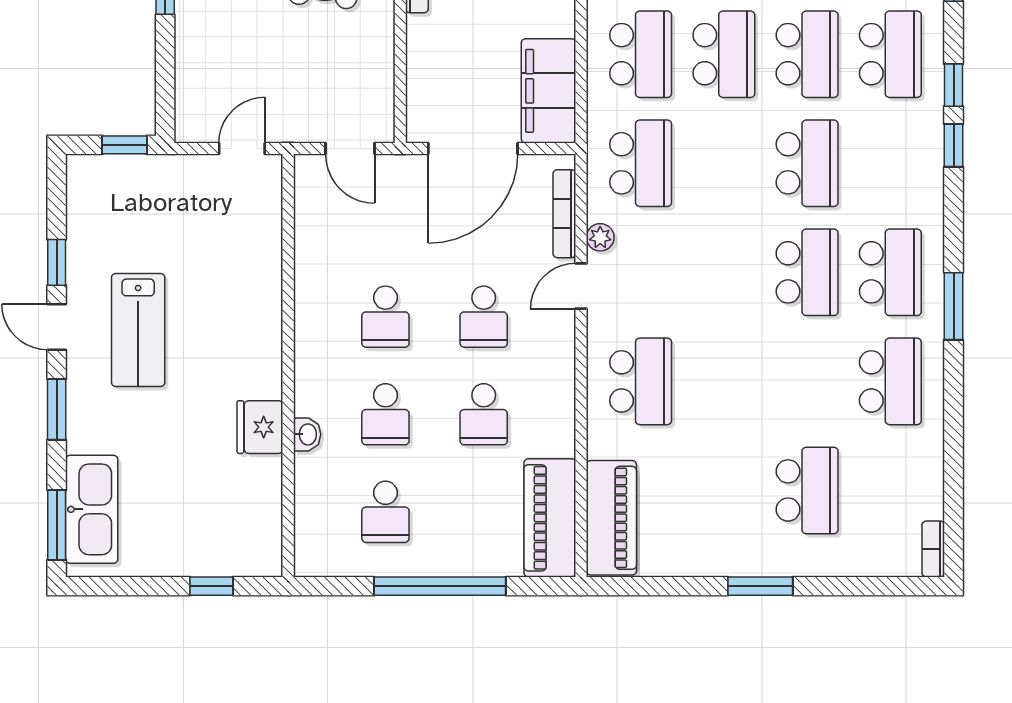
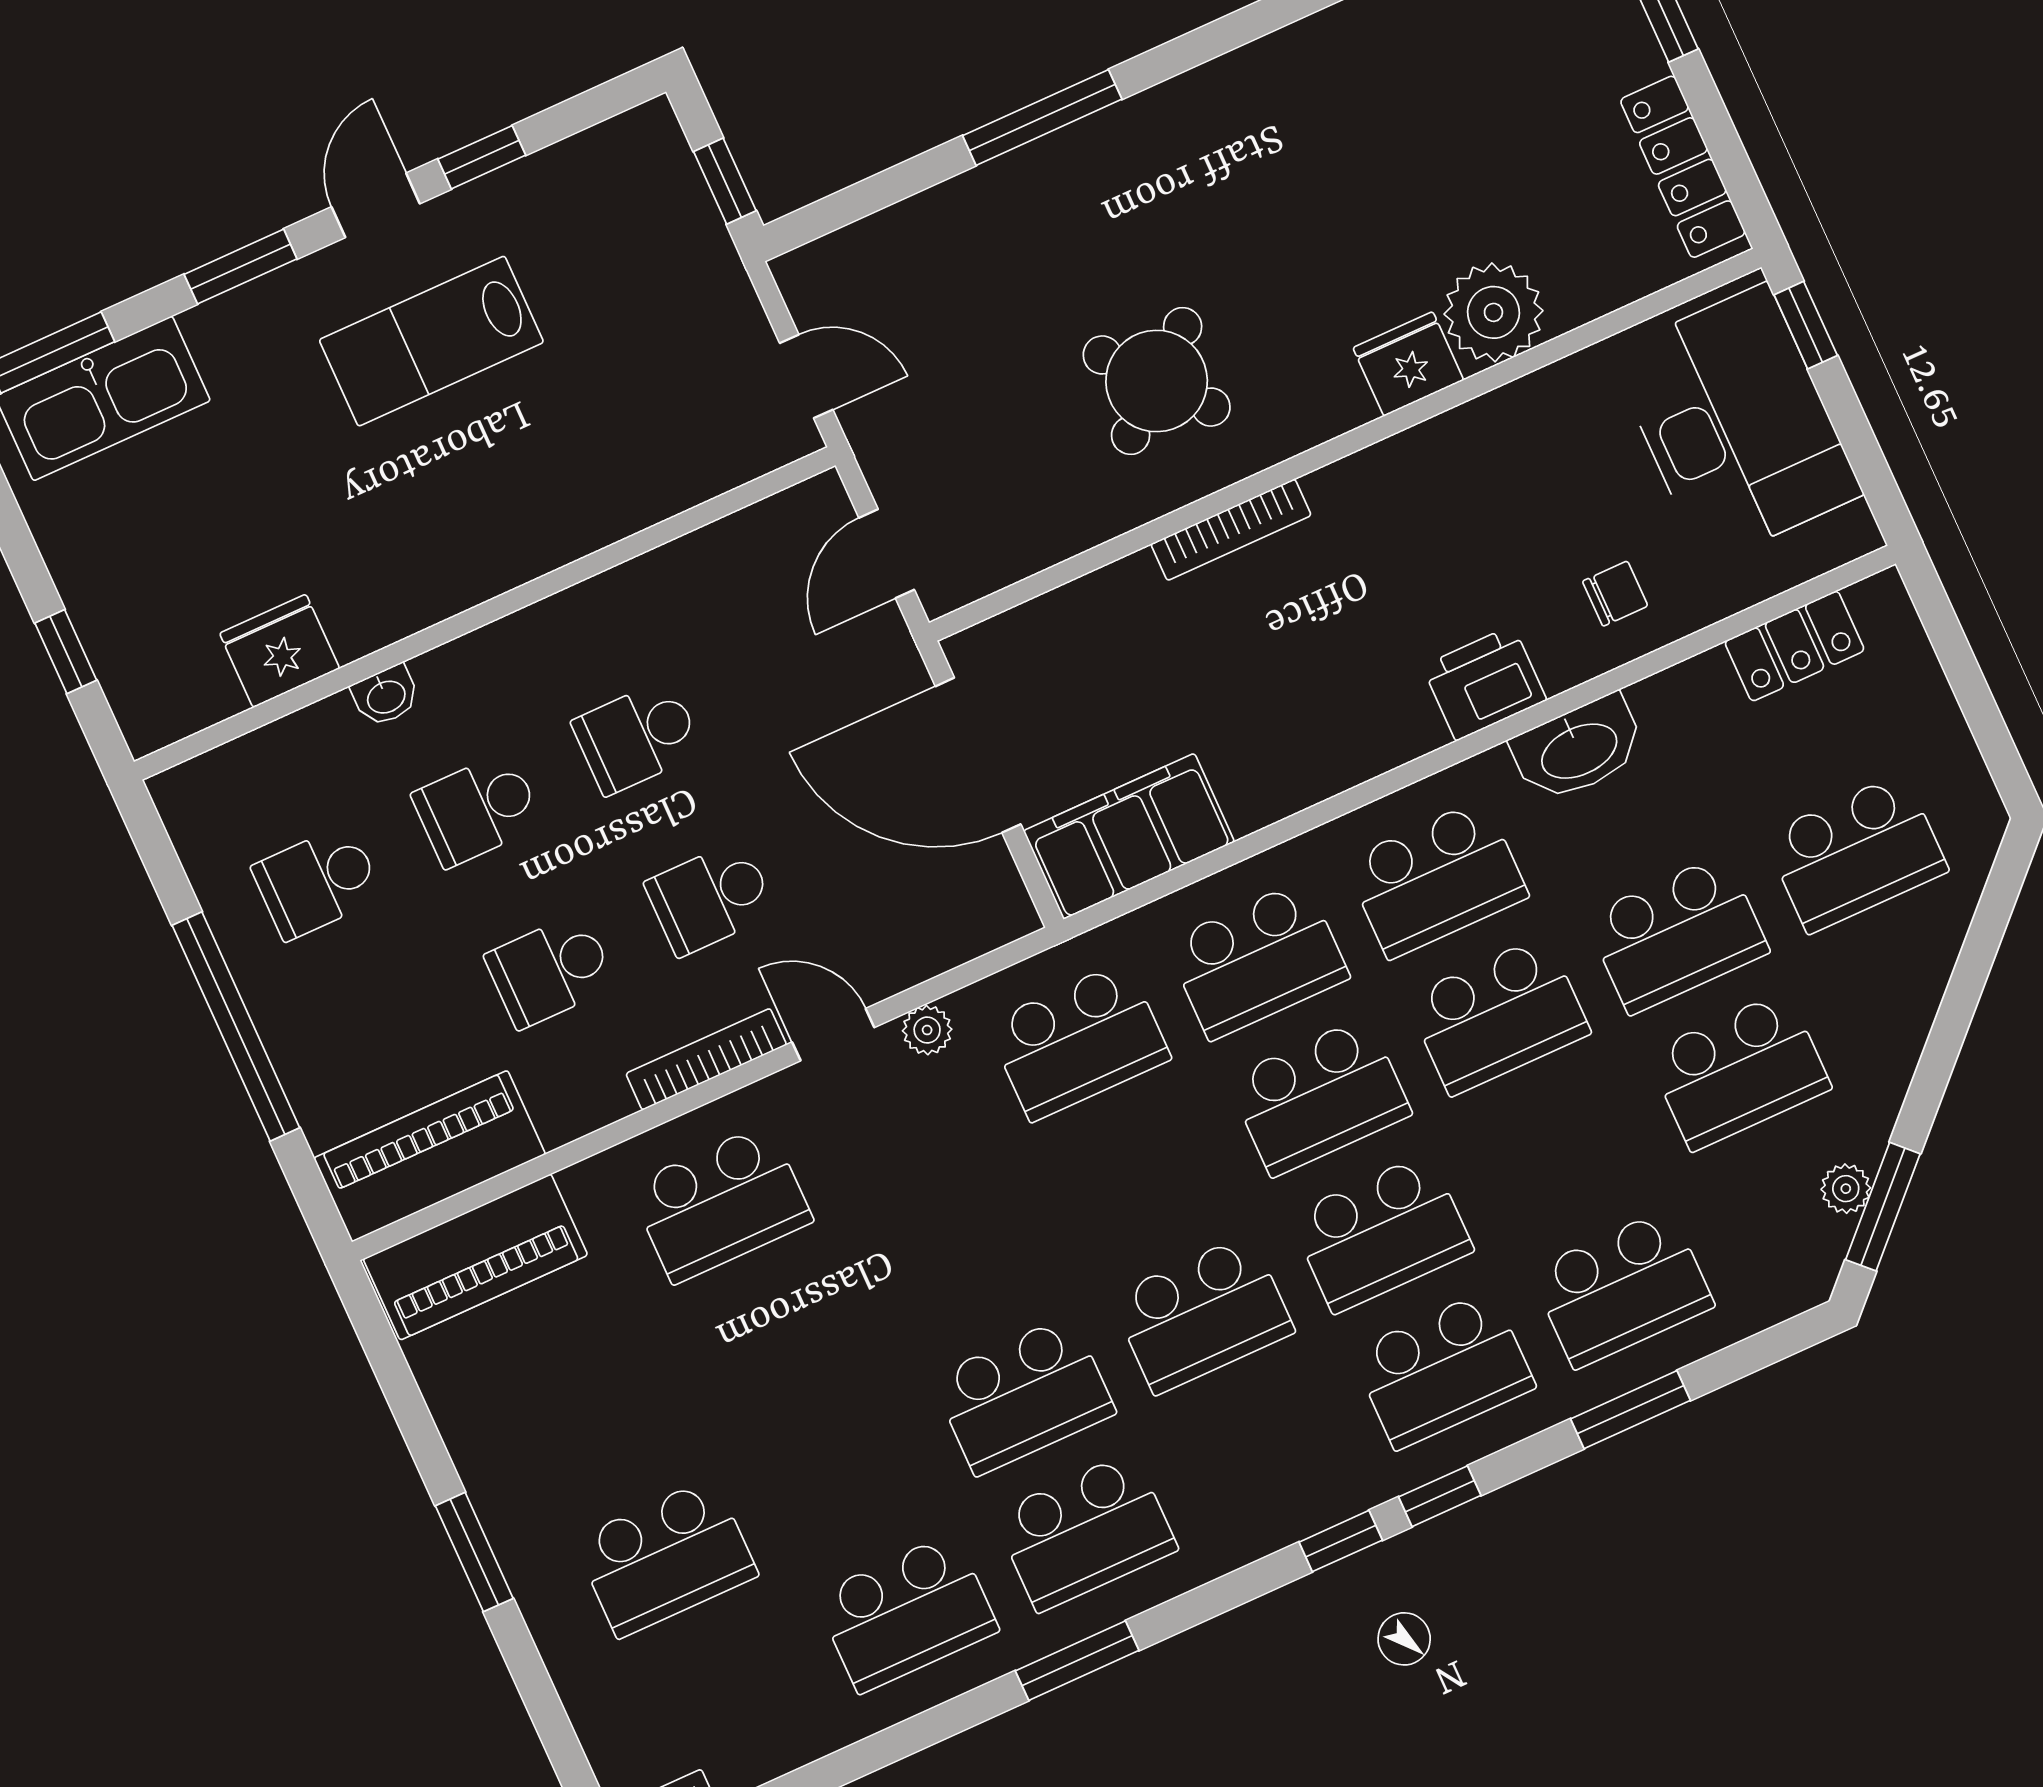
bookcase: (564, 214) -> (706, 1059), moved
fridge: (260, 427) -> (280, 651), moved

